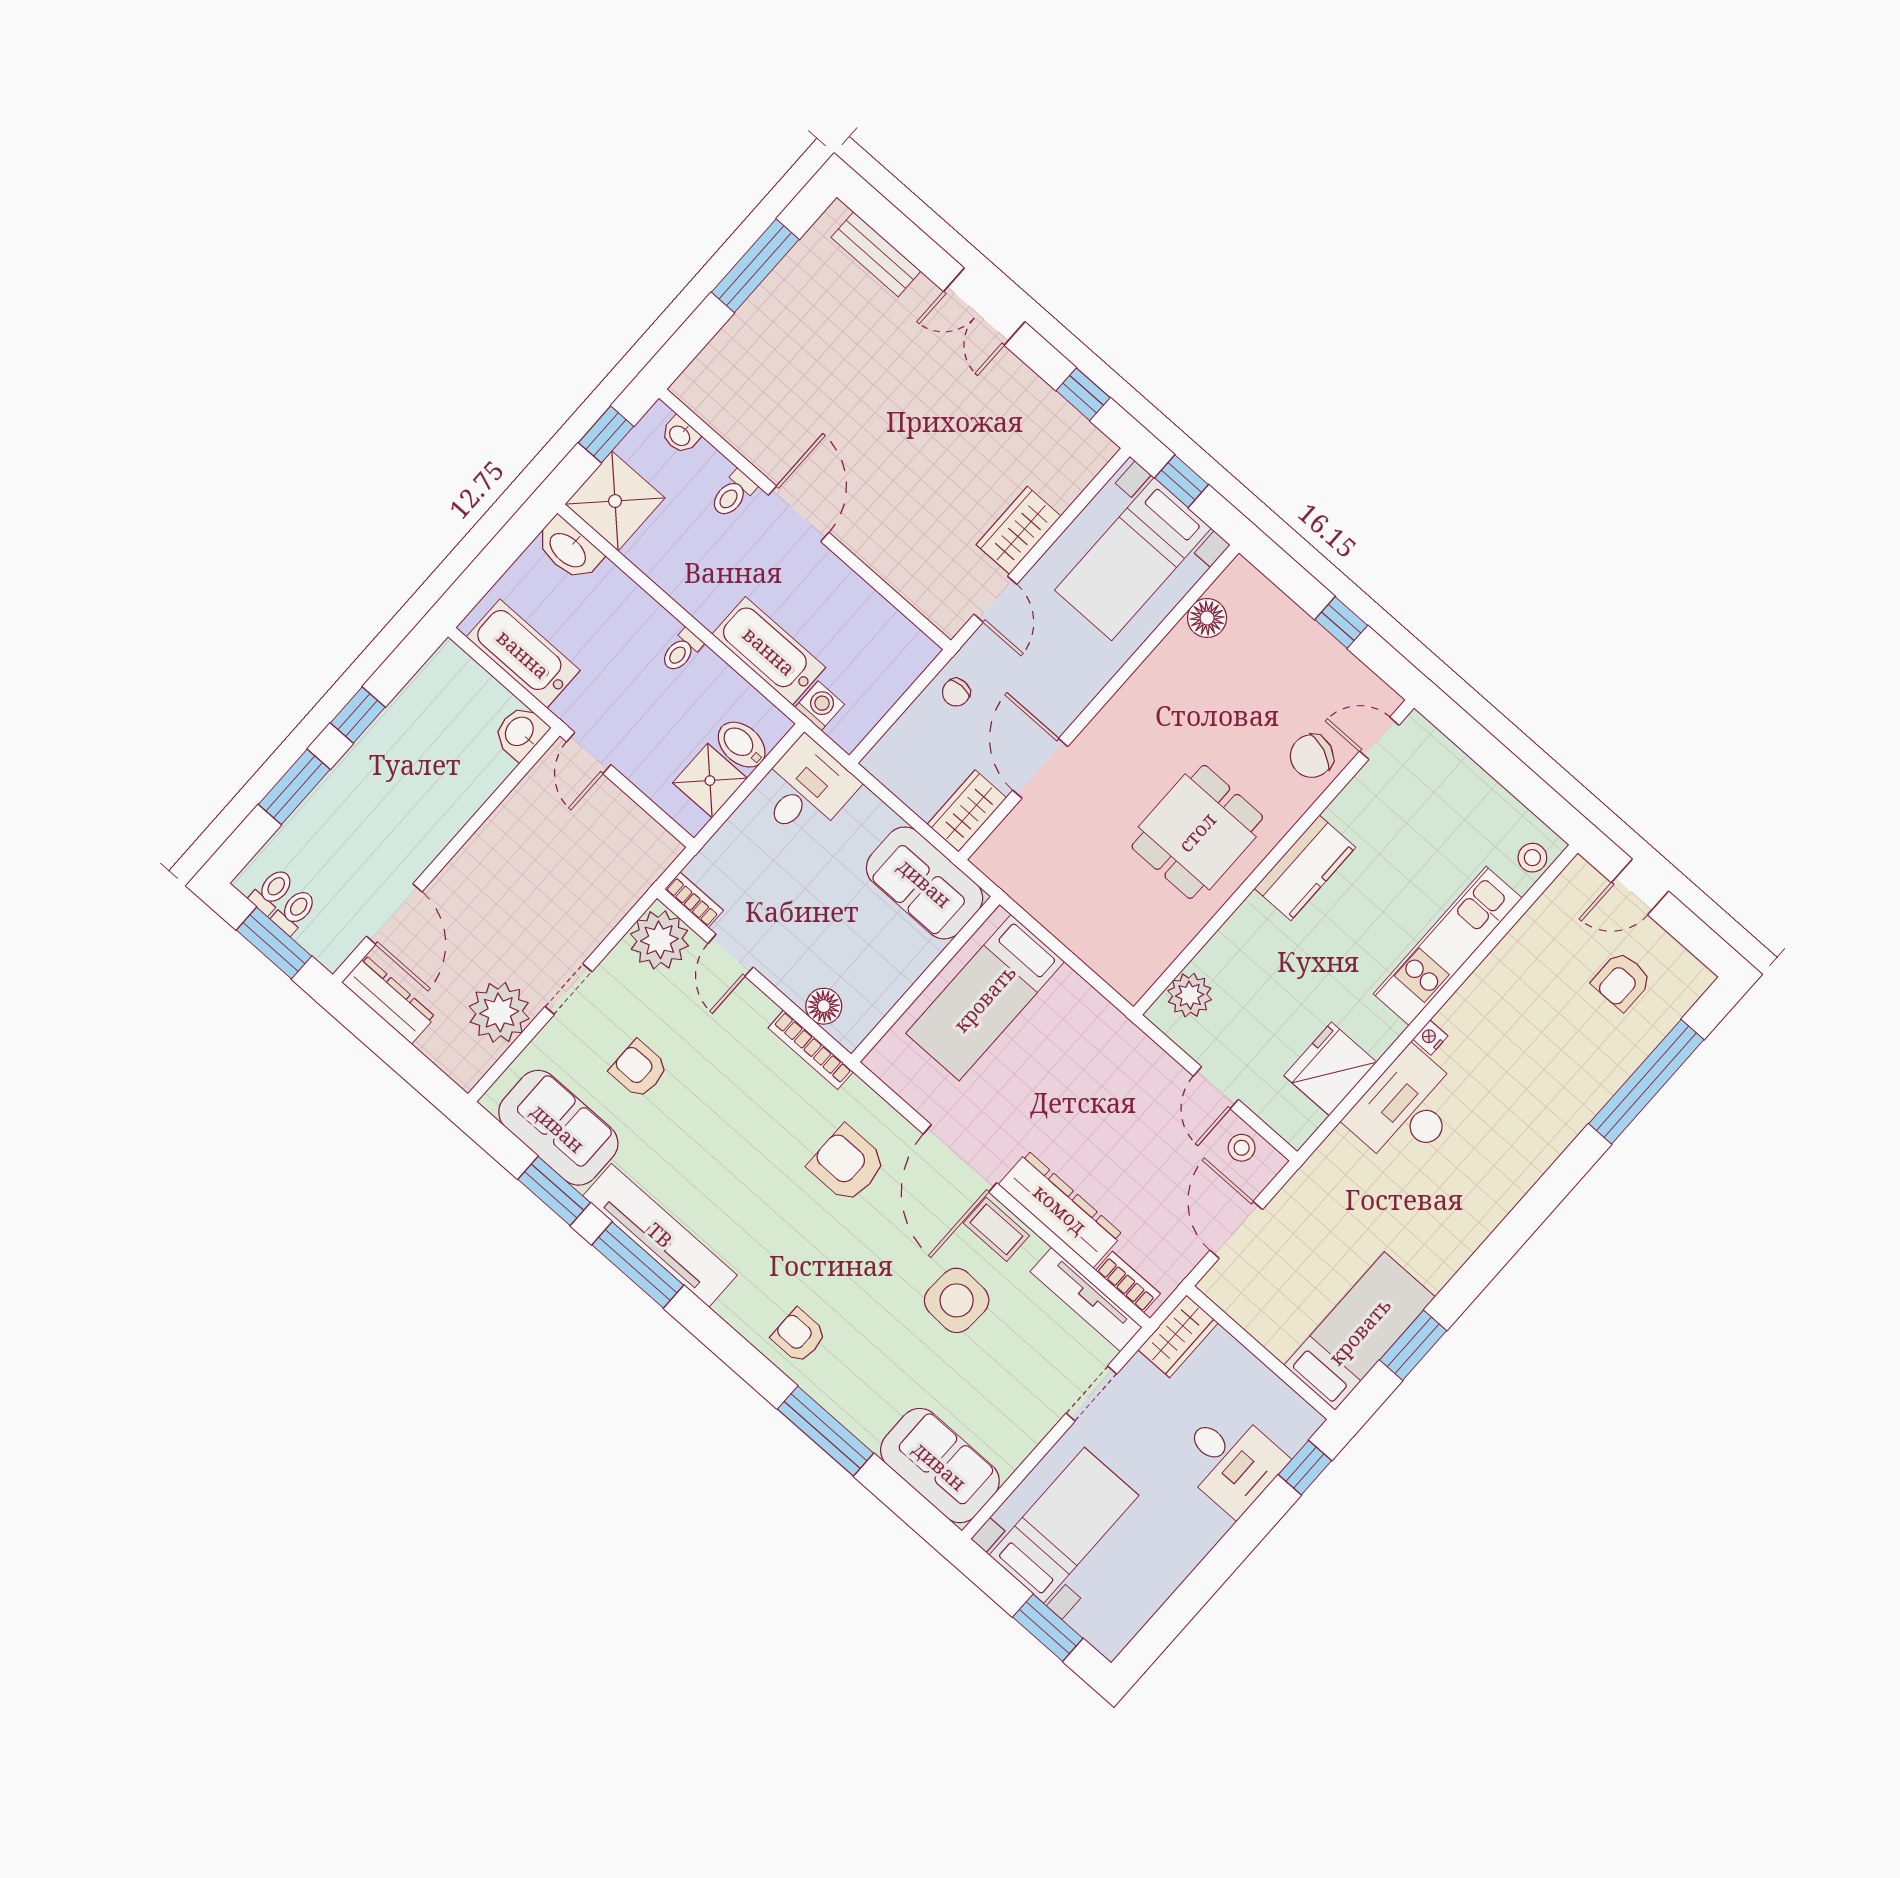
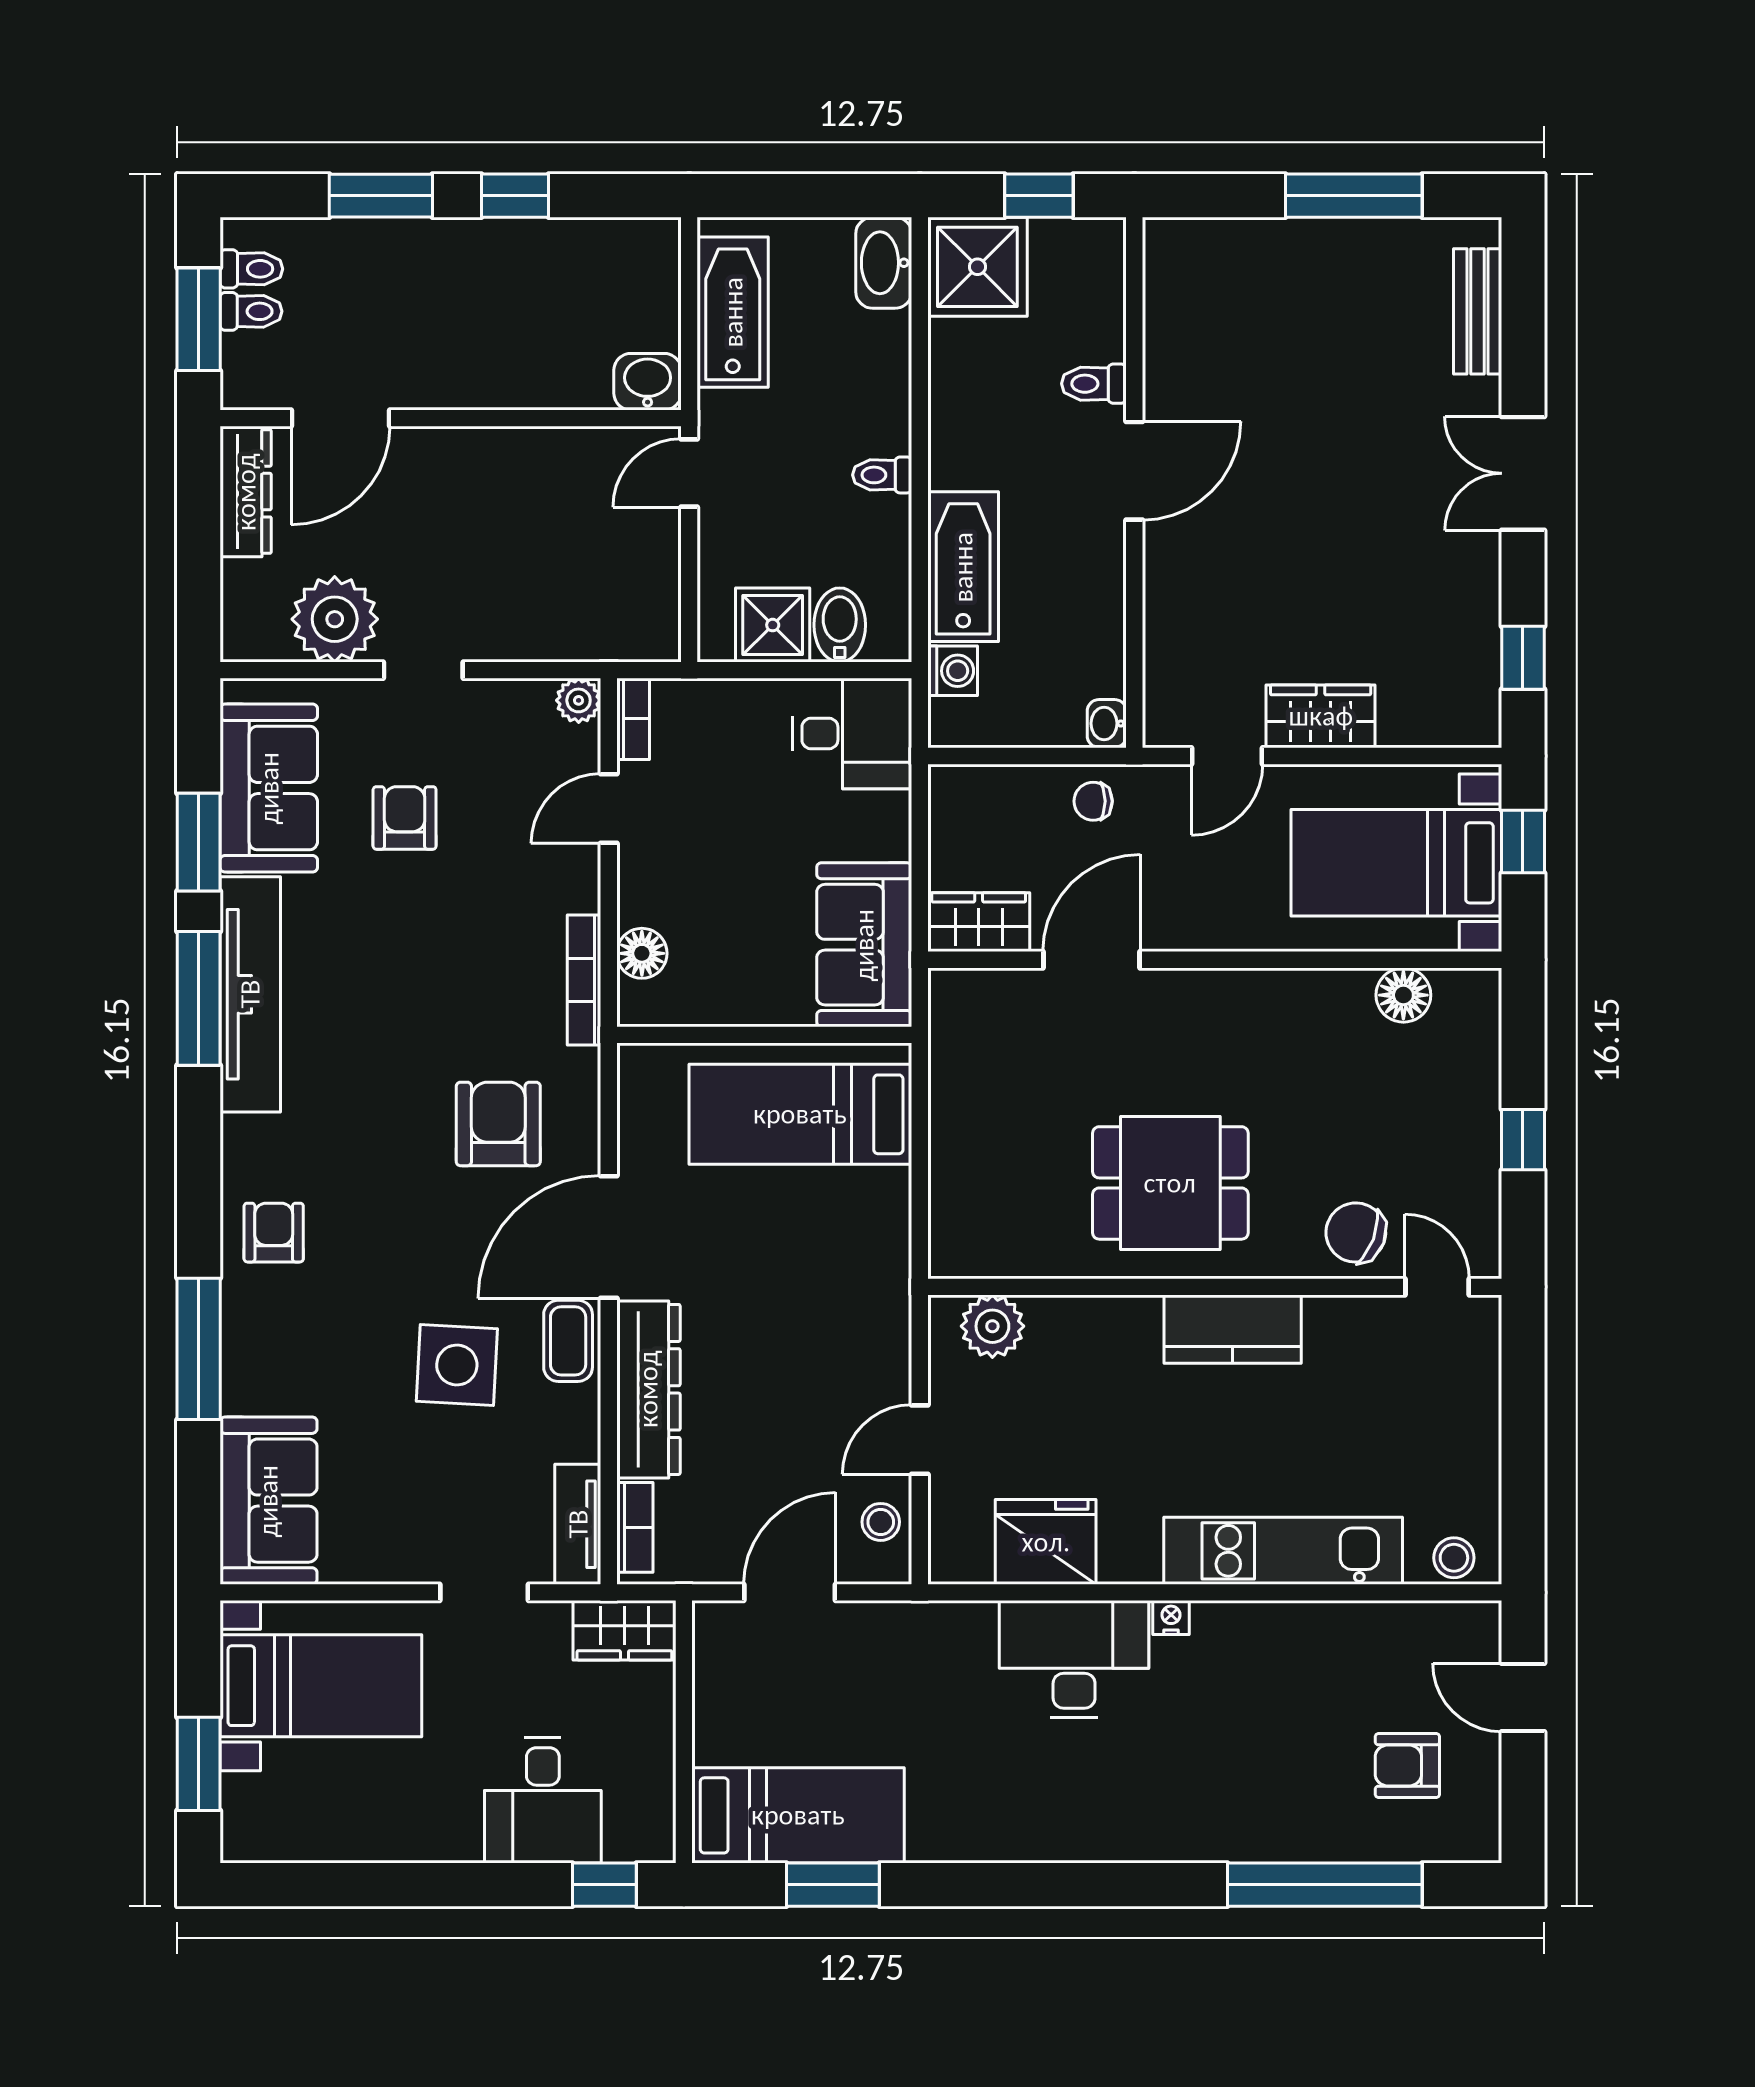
washbasin: (680, 435) -> (1107, 723), moved
plant: (659, 940) -> (579, 700), width x0.53, depth x0.53
tv unit: (1086, 1299) -> (578, 1524), width x0.71

